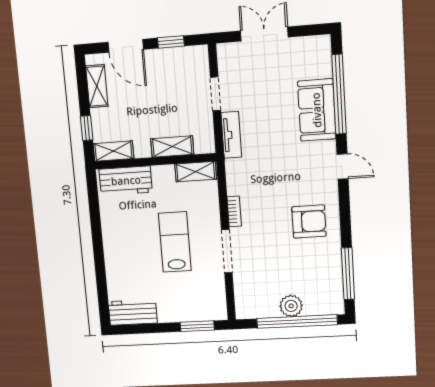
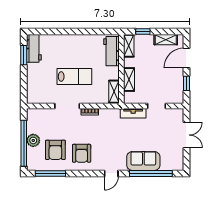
armchair: (305, 267) -> (55, 150), added
window: (197, 326) -> (24, 55), moved

